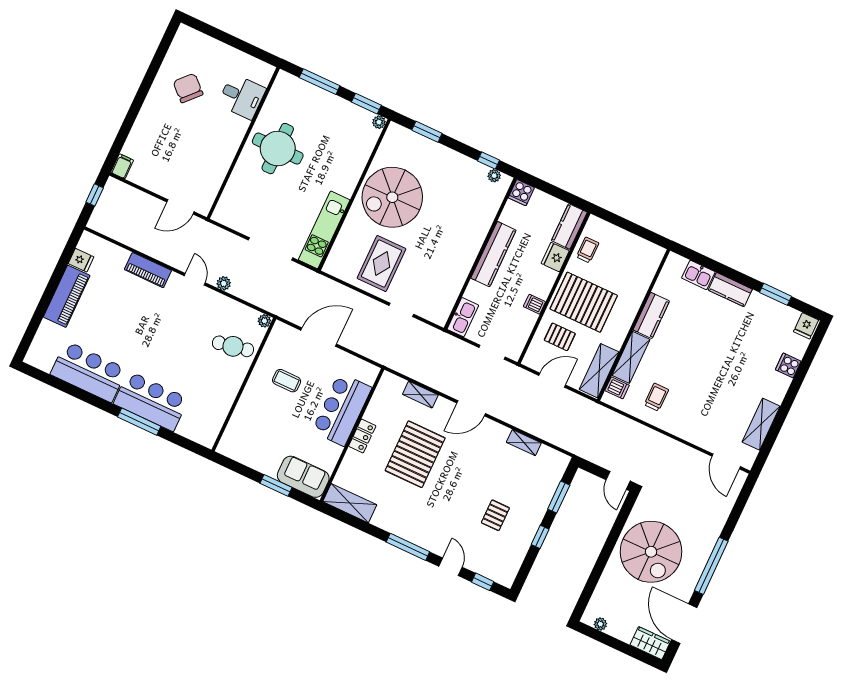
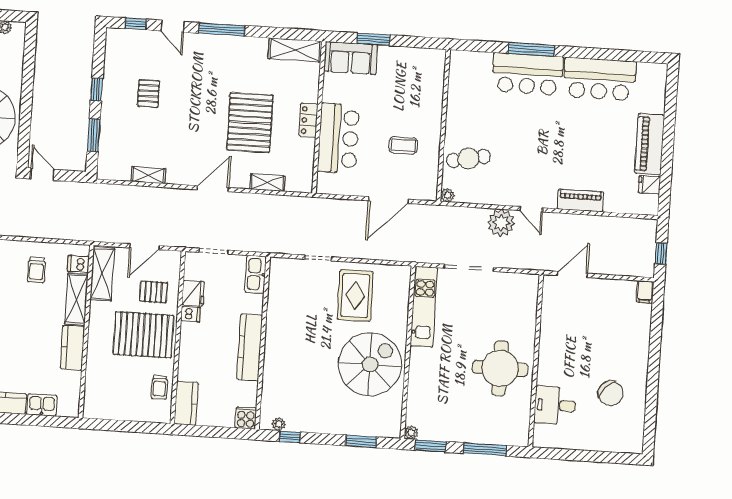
fridge: (555, 257) -> (193, 293), moved
plant: (224, 283) -> (501, 223), width x1.88, depth x1.88

